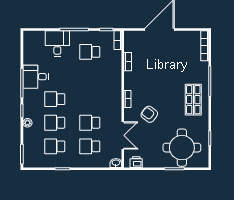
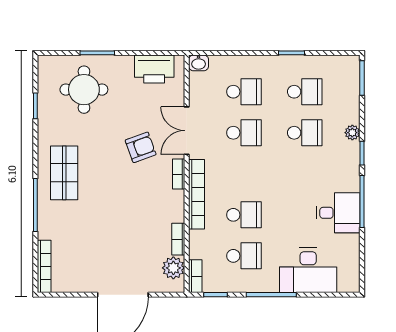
desk: (57, 44) -> (308, 270), width x1.37
plant: (130, 45) -> (173, 268), added
bookcase: (117, 87) -> (197, 194), added
school desk: (55, 99) -> (244, 215), moved
armchair: (149, 114) -> (141, 147), turned -57
double door: (123, 135) -> (187, 131), moved
round table: (182, 148) -> (84, 90), width x0.73, depth x0.73
printer: (136, 162) -> (154, 69), width x1.87, depth x1.48

